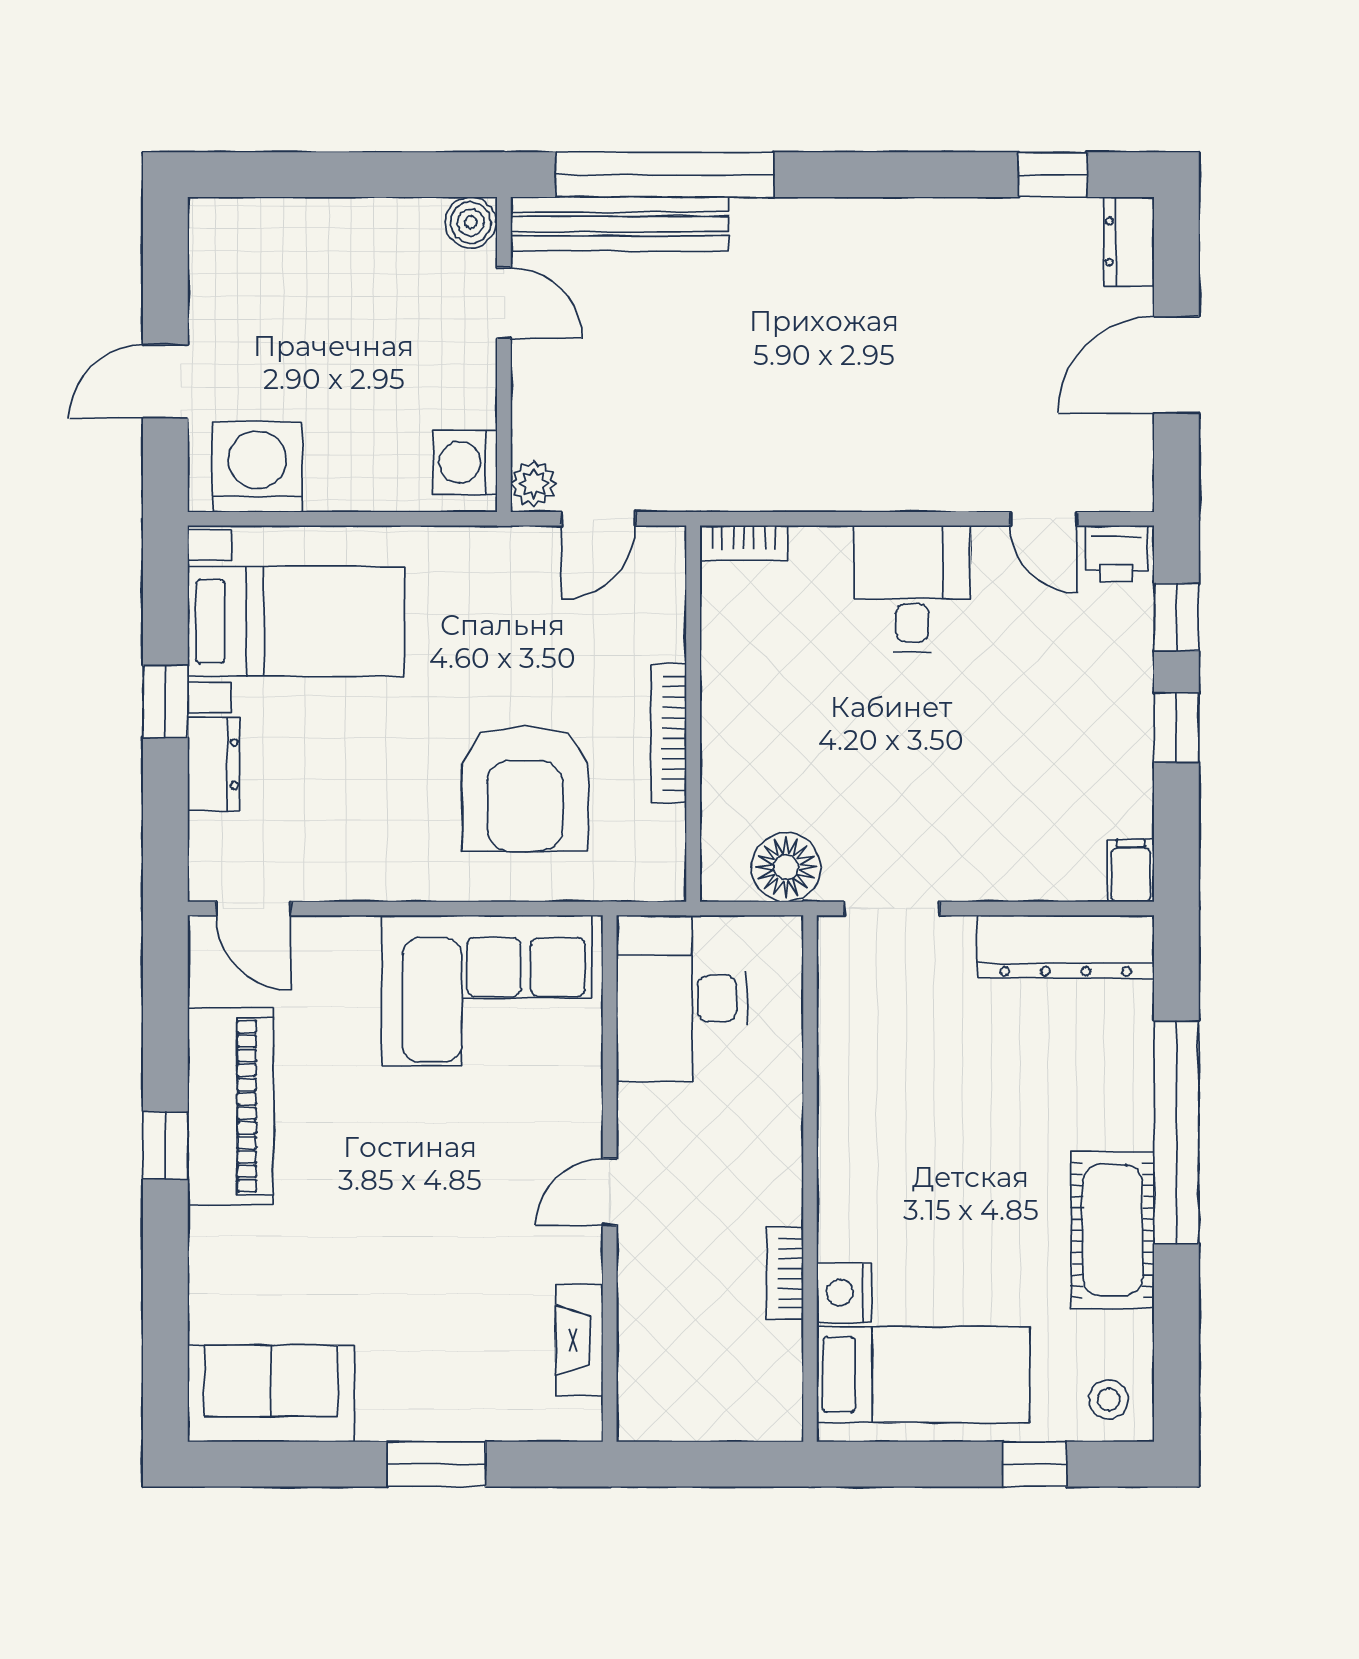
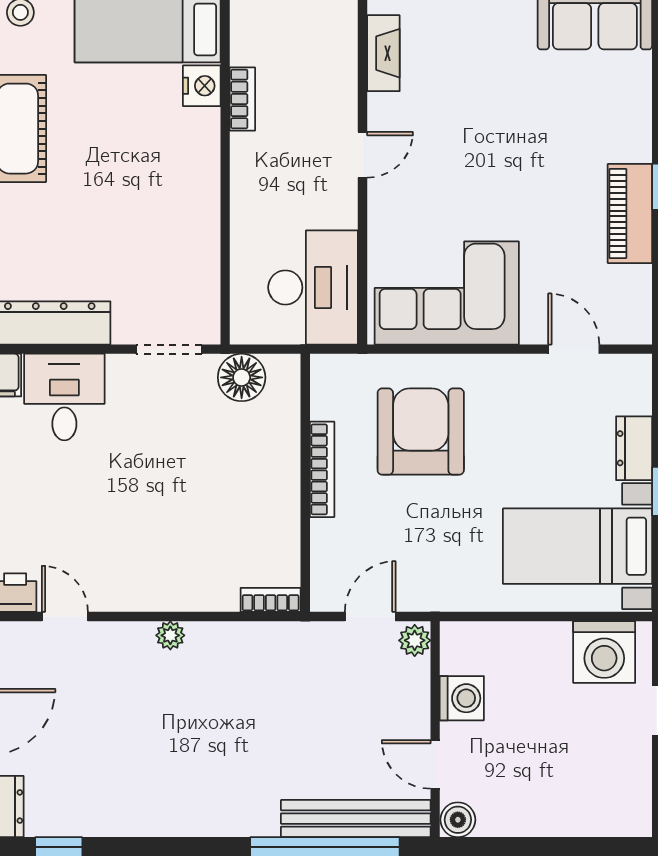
washing machine: (465, 462) -> (462, 698), moved
plant: (890, 491) -> (170, 635), added
desk: (912, 589) -> (64, 397), moved, turned 180
door: (253, 908) -> (574, 349), moved
piano: (230, 1106) -> (630, 213), width x0.73, depth x0.75

